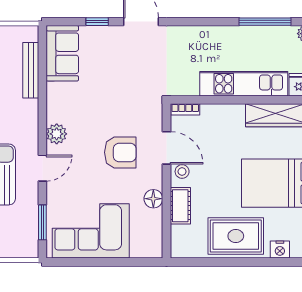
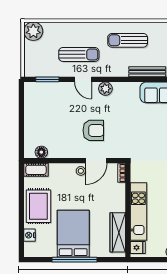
armchair: (120, 152) -> (93, 130), turned -90
floor lamp: (153, 199) -> (41, 152), moved
cot: (180, 206) -> (36, 170), moved
corner sofa: (91, 231) -> (42, 111), removed

